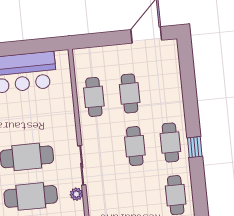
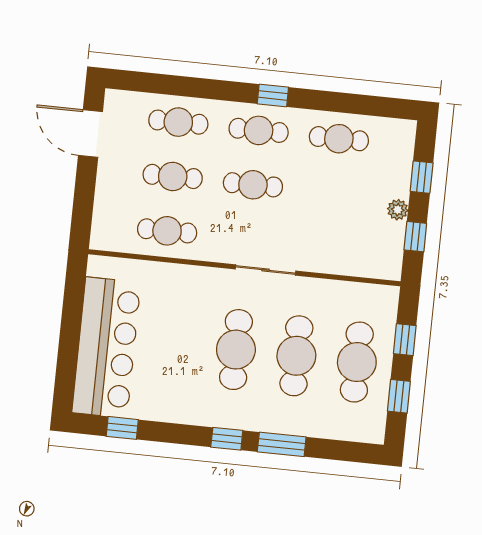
cafe table: (165, 90) -> (178, 122), added
plant: (76, 194) -> (307, 287), removed

